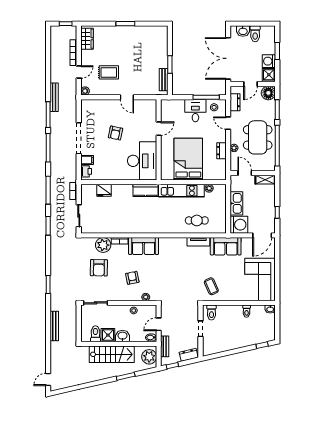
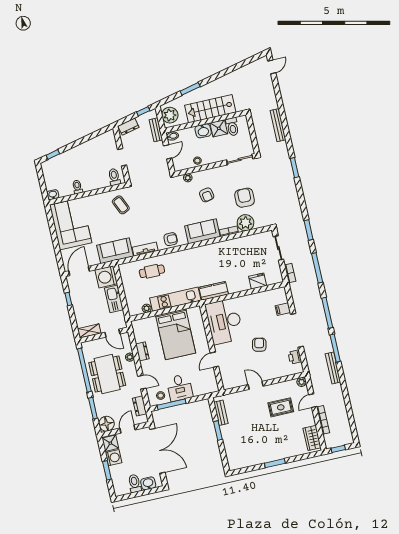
printer: (86, 171) -> (295, 357), moved
armchair: (174, 245) -> (171, 239), added

